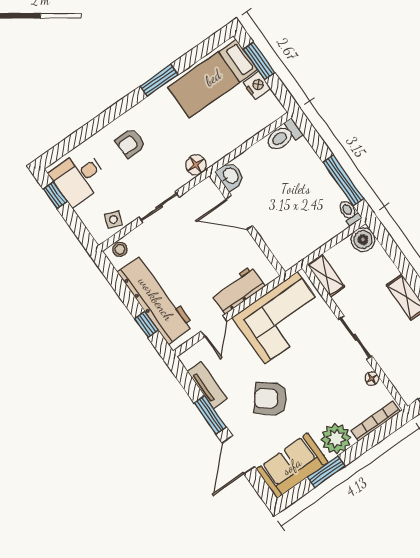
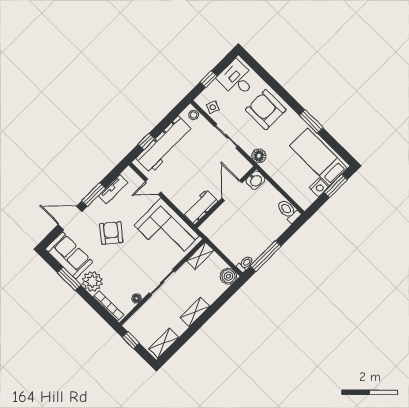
armchair: (131, 143) -> (266, 110), width x1.88, depth x1.88
window: (55, 195) -> (208, 79), moved
workbench: (238, 290) -> (200, 207), moved, turned -90

